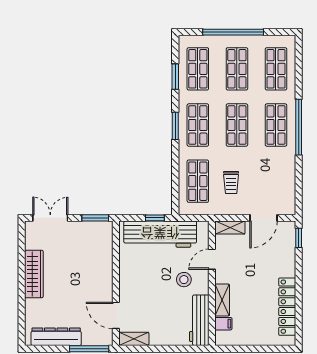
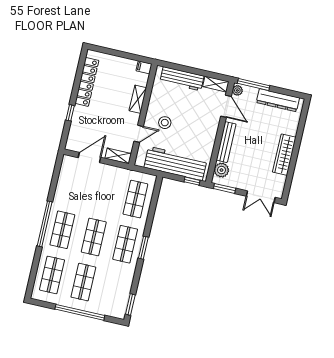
shop shelf: (198, 69) -> (115, 289), removed
window: (175, 77) -> (130, 305), moved
trolley: (231, 183) -> (109, 192), removed
window: (155, 218) -> (192, 181), moved
window: (299, 238) -> (70, 113), moved
plant: (104, 239) -> (221, 170), added
bench: (106, 273) -> (226, 142), added
workbench: (199, 320) -> (182, 79), moved, turned 90
filing cabinet: (223, 324) -> (144, 67), moved
plant: (107, 337) -> (237, 90), added

